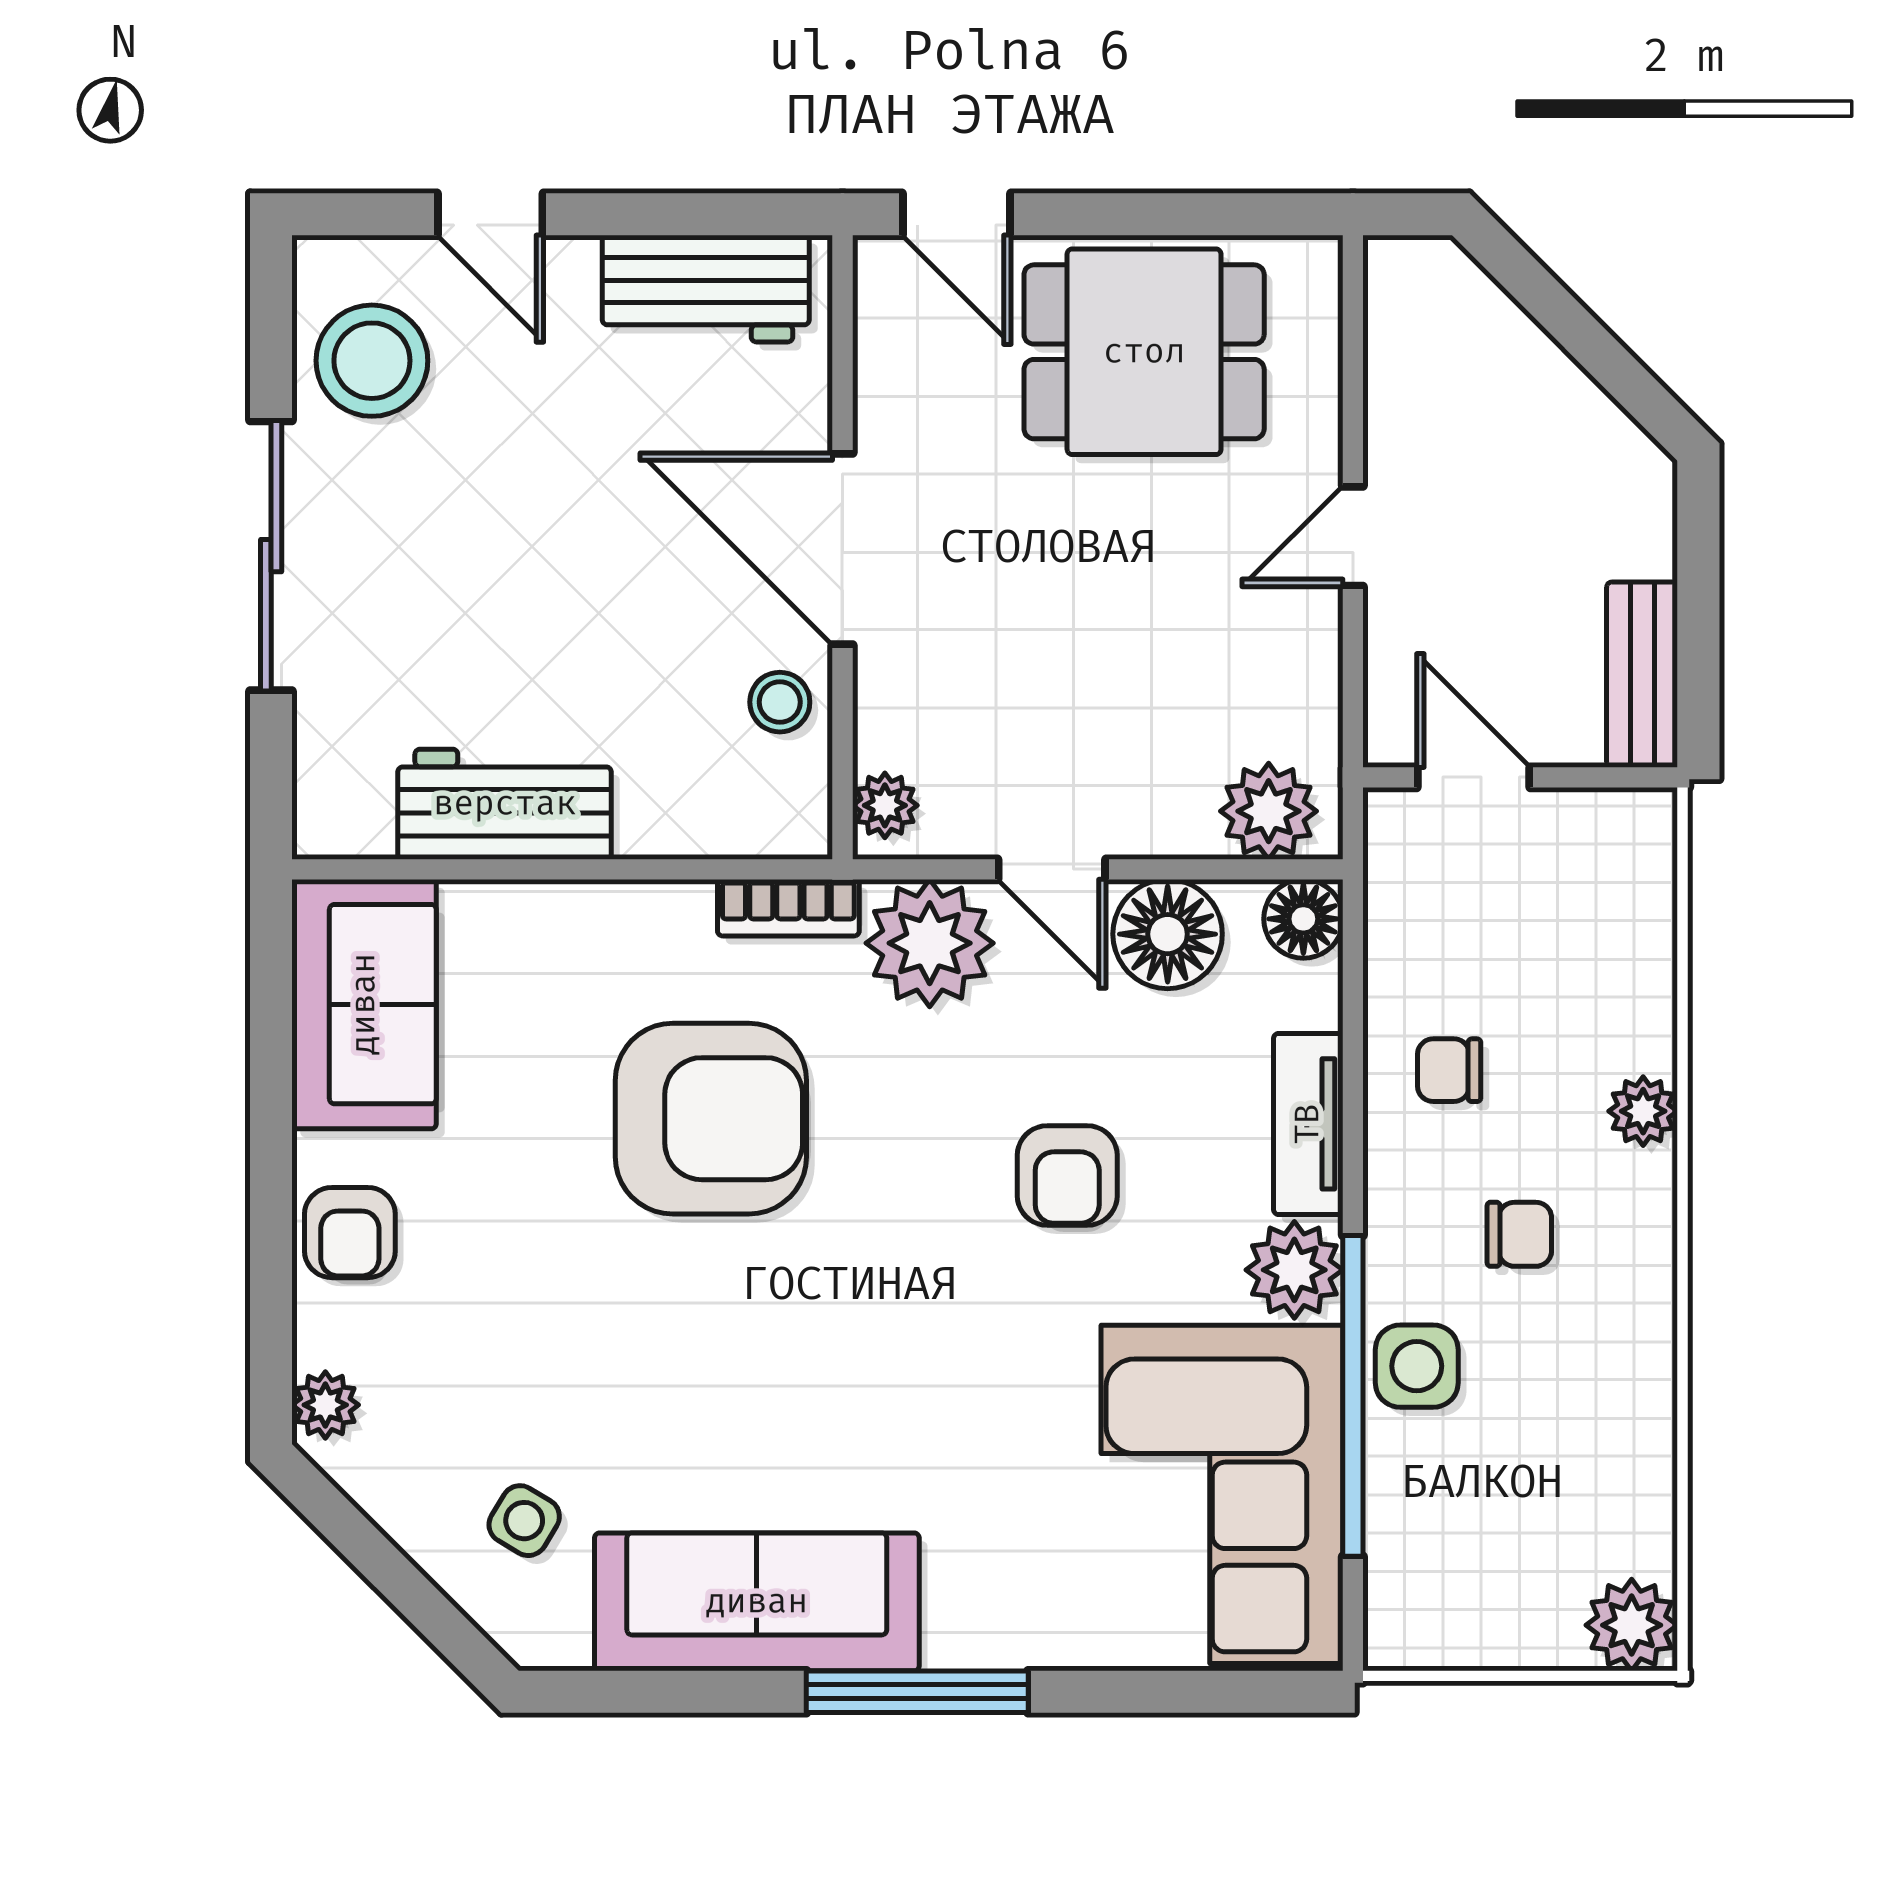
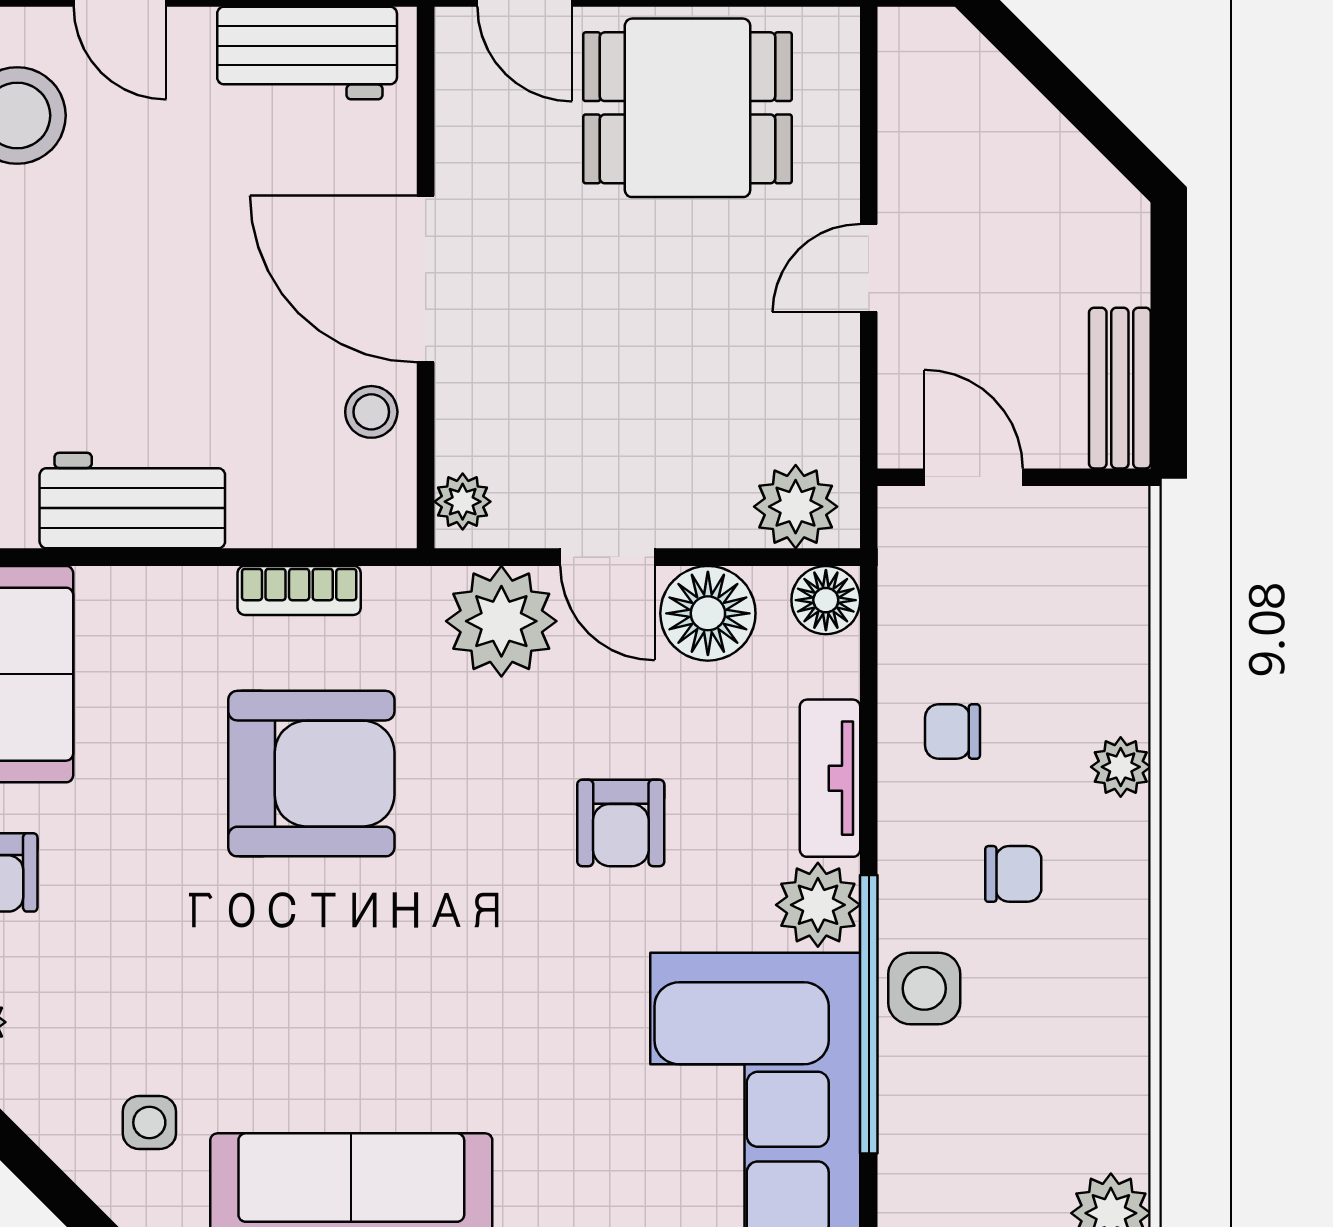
bookcase: (788, 908) -> (299, 590), moved
side table: (524, 1521) -> (149, 1122), turned -31

